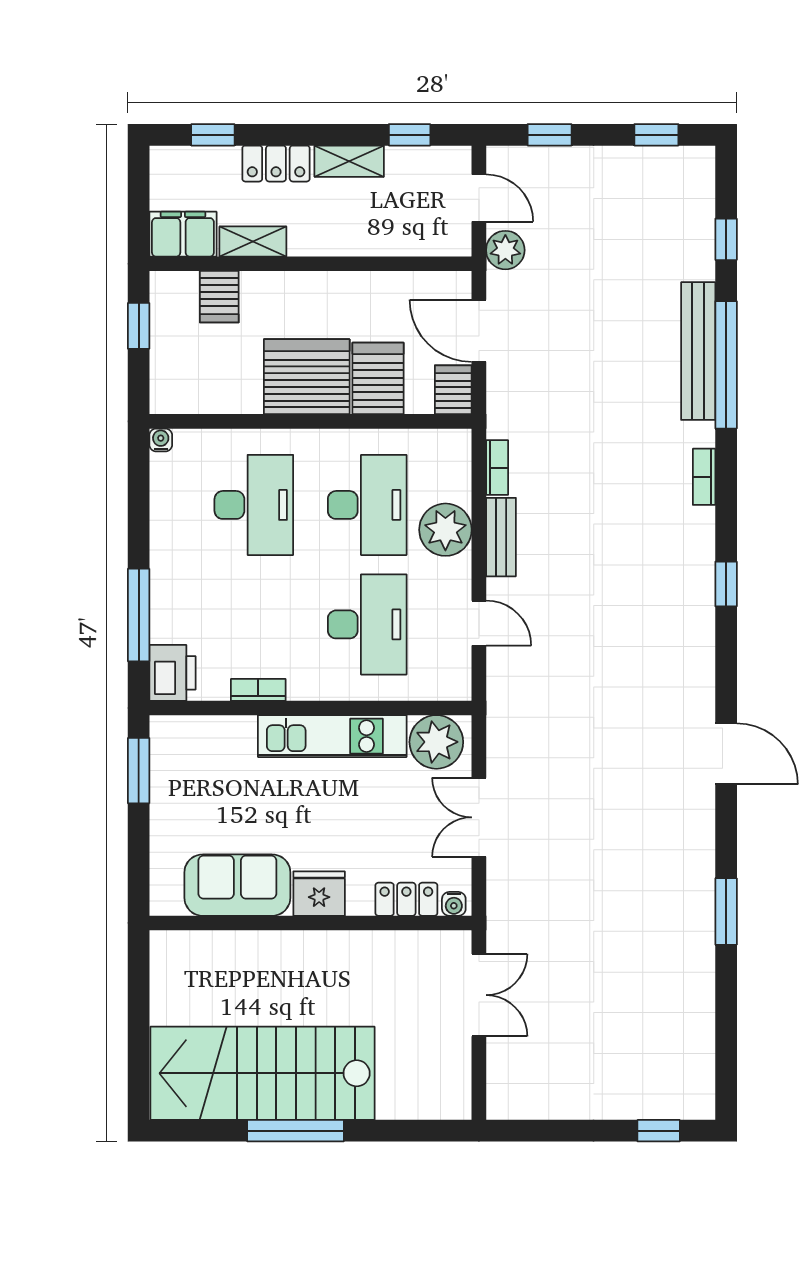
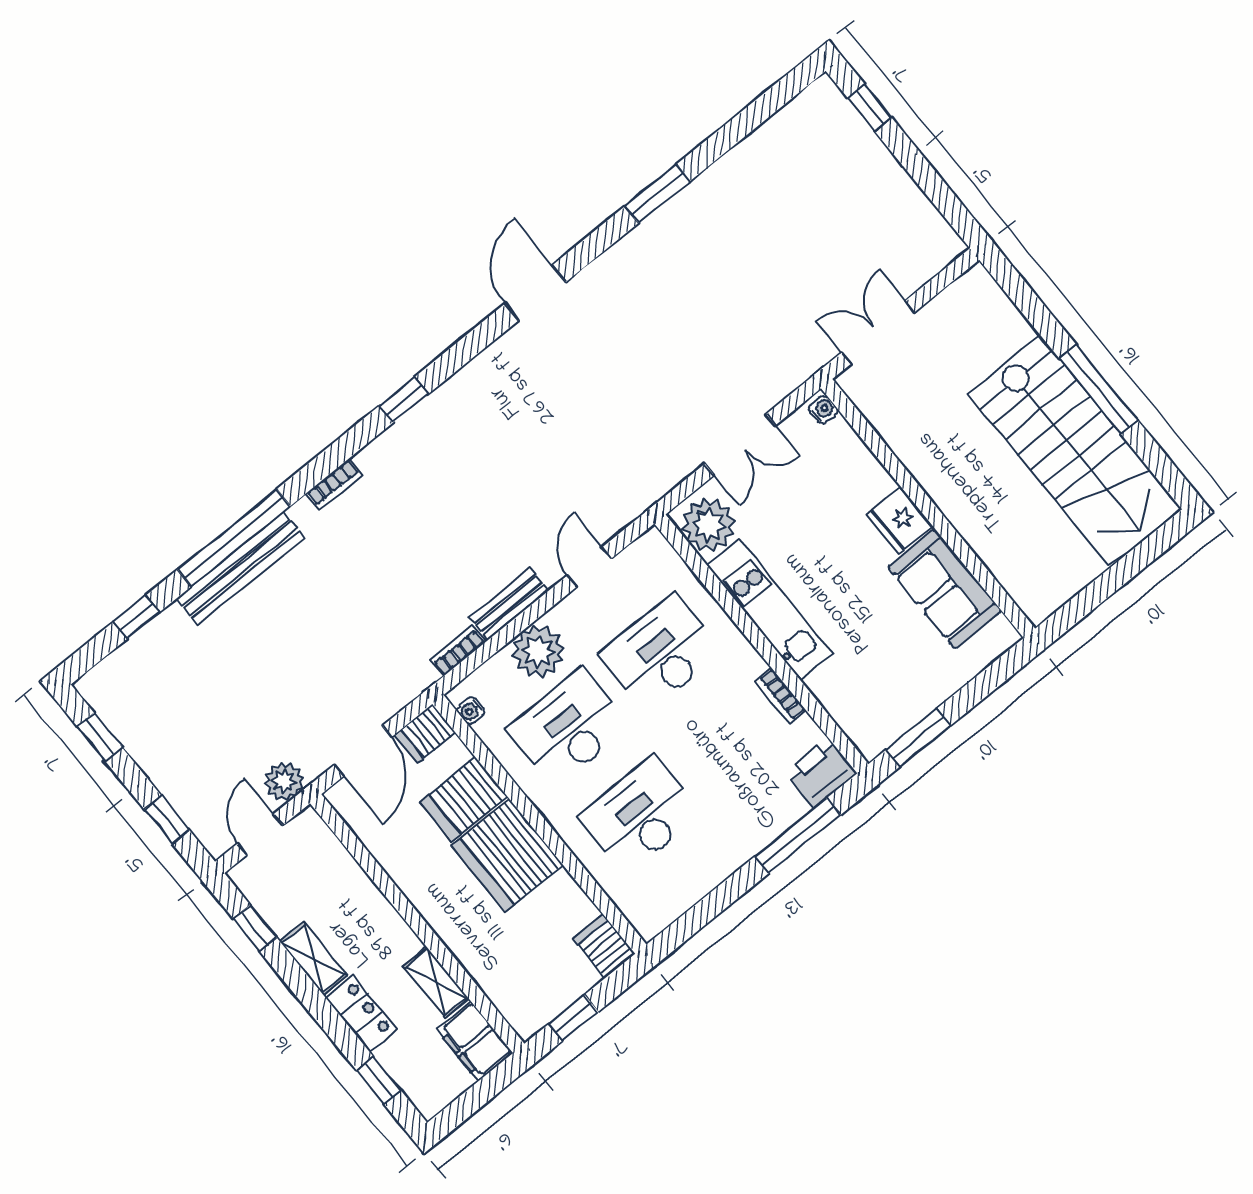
server rack: (219, 297) -> (604, 946), moved, turned -90
water cooler: (161, 440) -> (471, 711), moved
locker: (406, 899) -> (849, 449), removed

